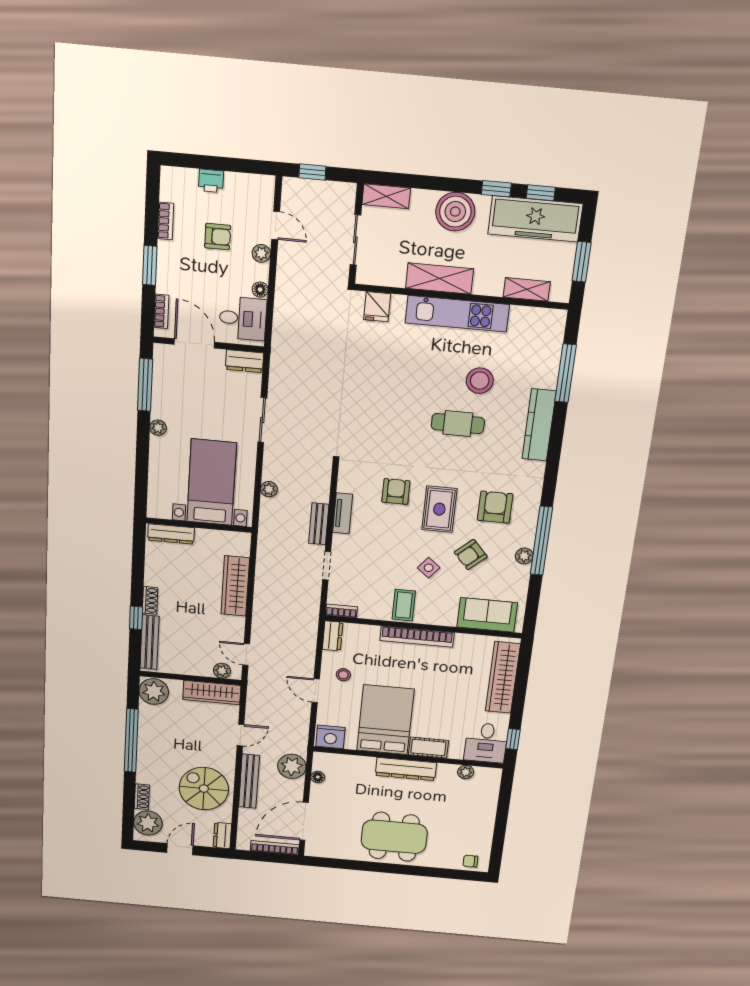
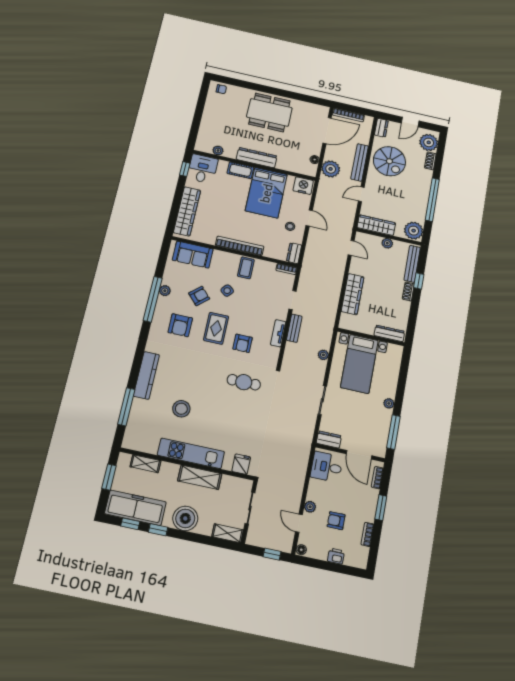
floor lamp: (260, 290) -> (301, 550), moved
cafe table: (458, 424) -> (244, 382), moved
plant: (222, 671) -> (387, 243), moved

